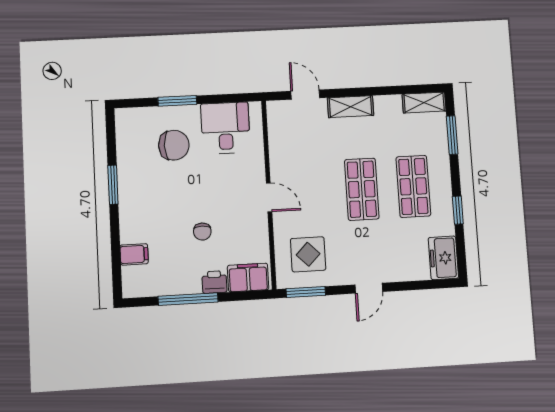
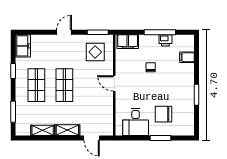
shelving: (424, 103) -> (43, 130), moved
printer: (214, 282) -> (165, 40), moved

